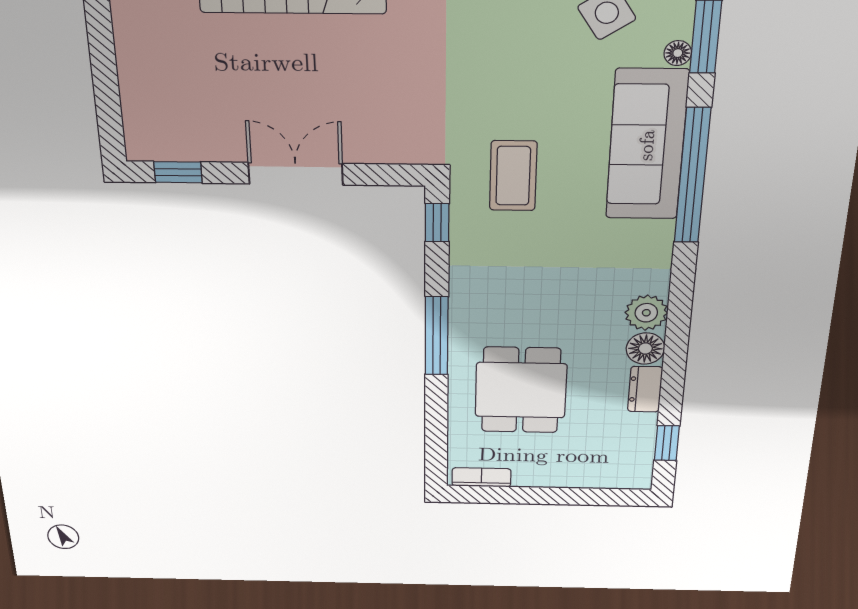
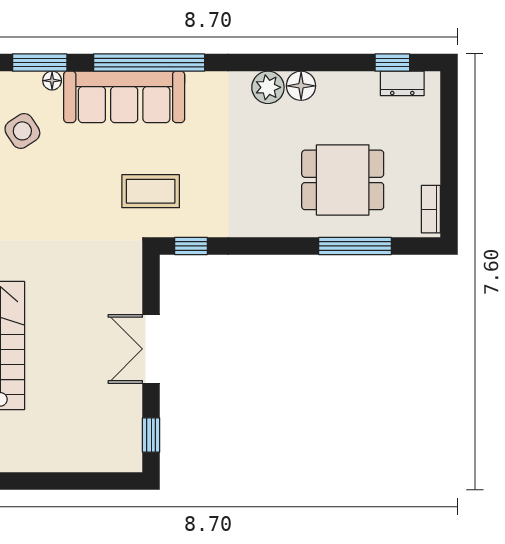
window: (437, 336) -> (355, 246), moved
dresser: (645, 389) -> (402, 83), moved

